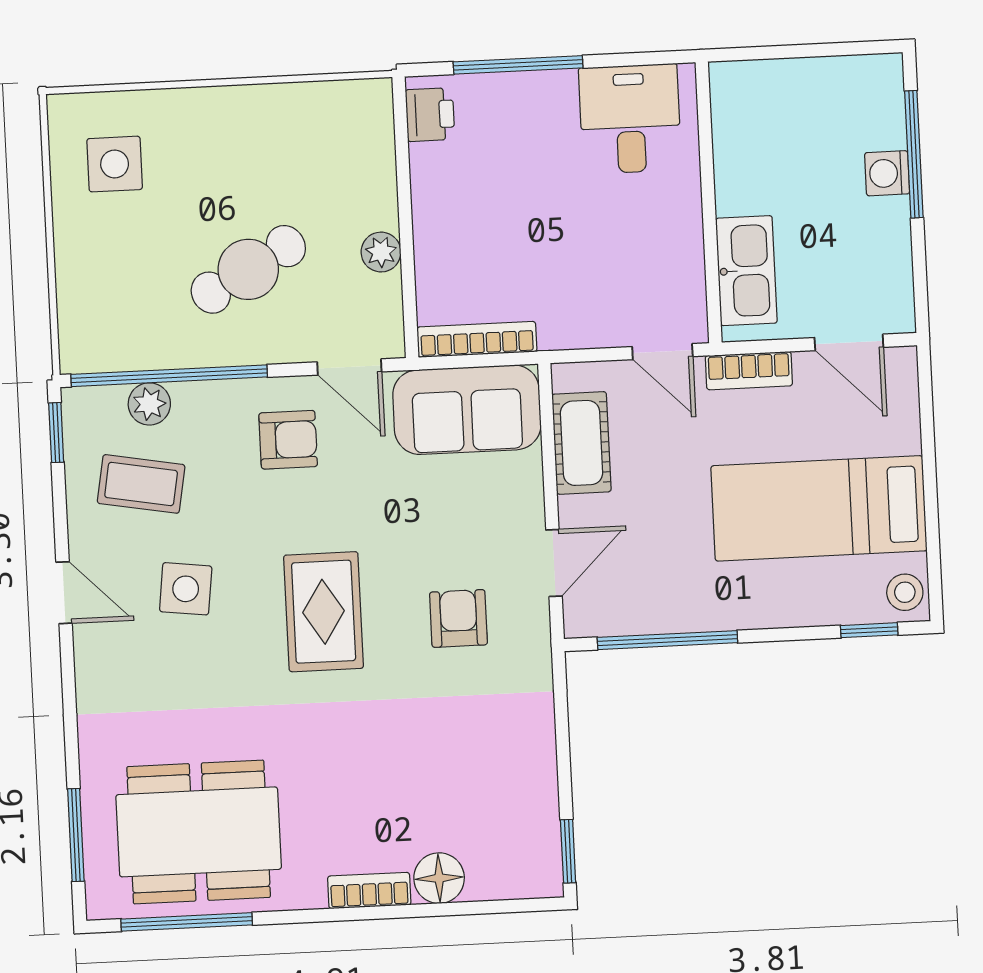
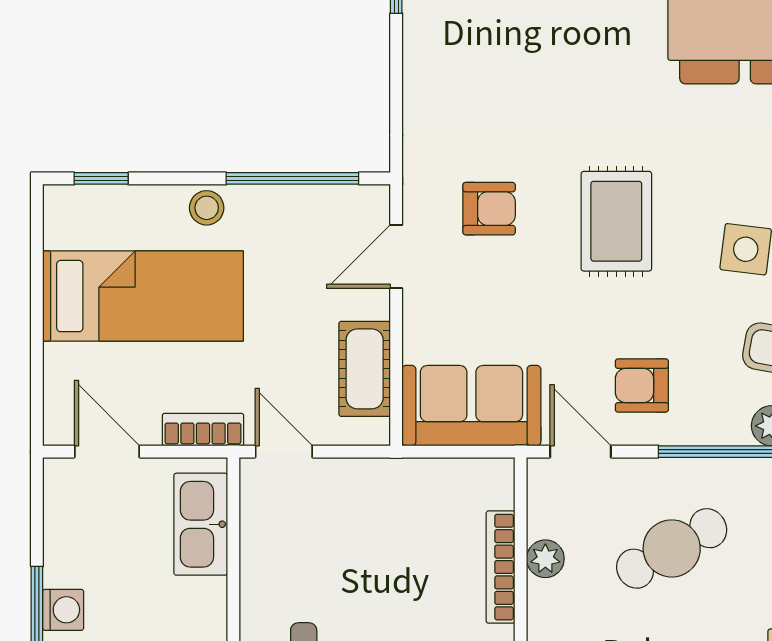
bookcase: (477, 339) -> (501, 567), moved, turned 90
stool: (905, 592) -> (207, 208), moved
armchair: (458, 618) -> (489, 209), turned -90

